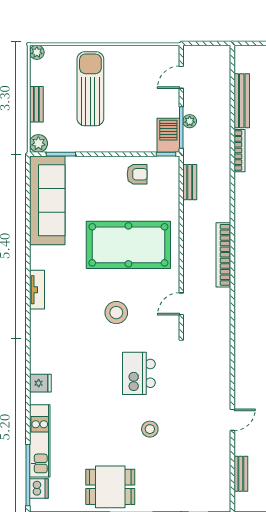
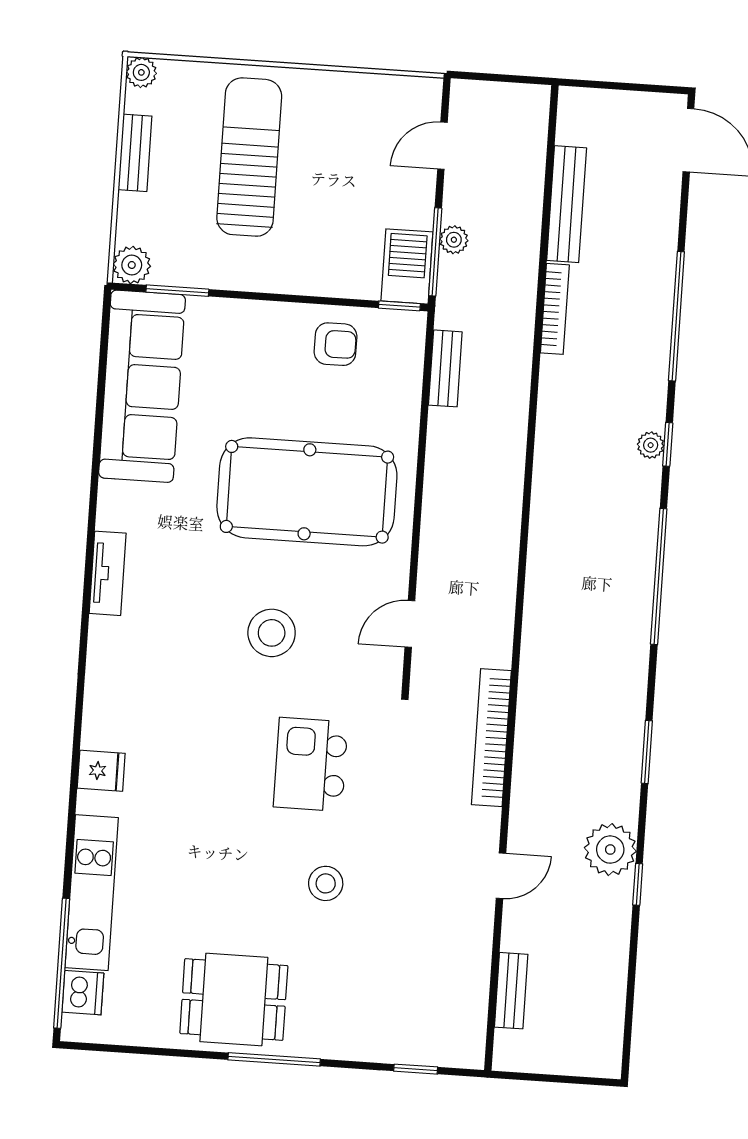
bench: (36, 104) -> (135, 153), moved
bookcase: (223, 255) -> (491, 738), moved

